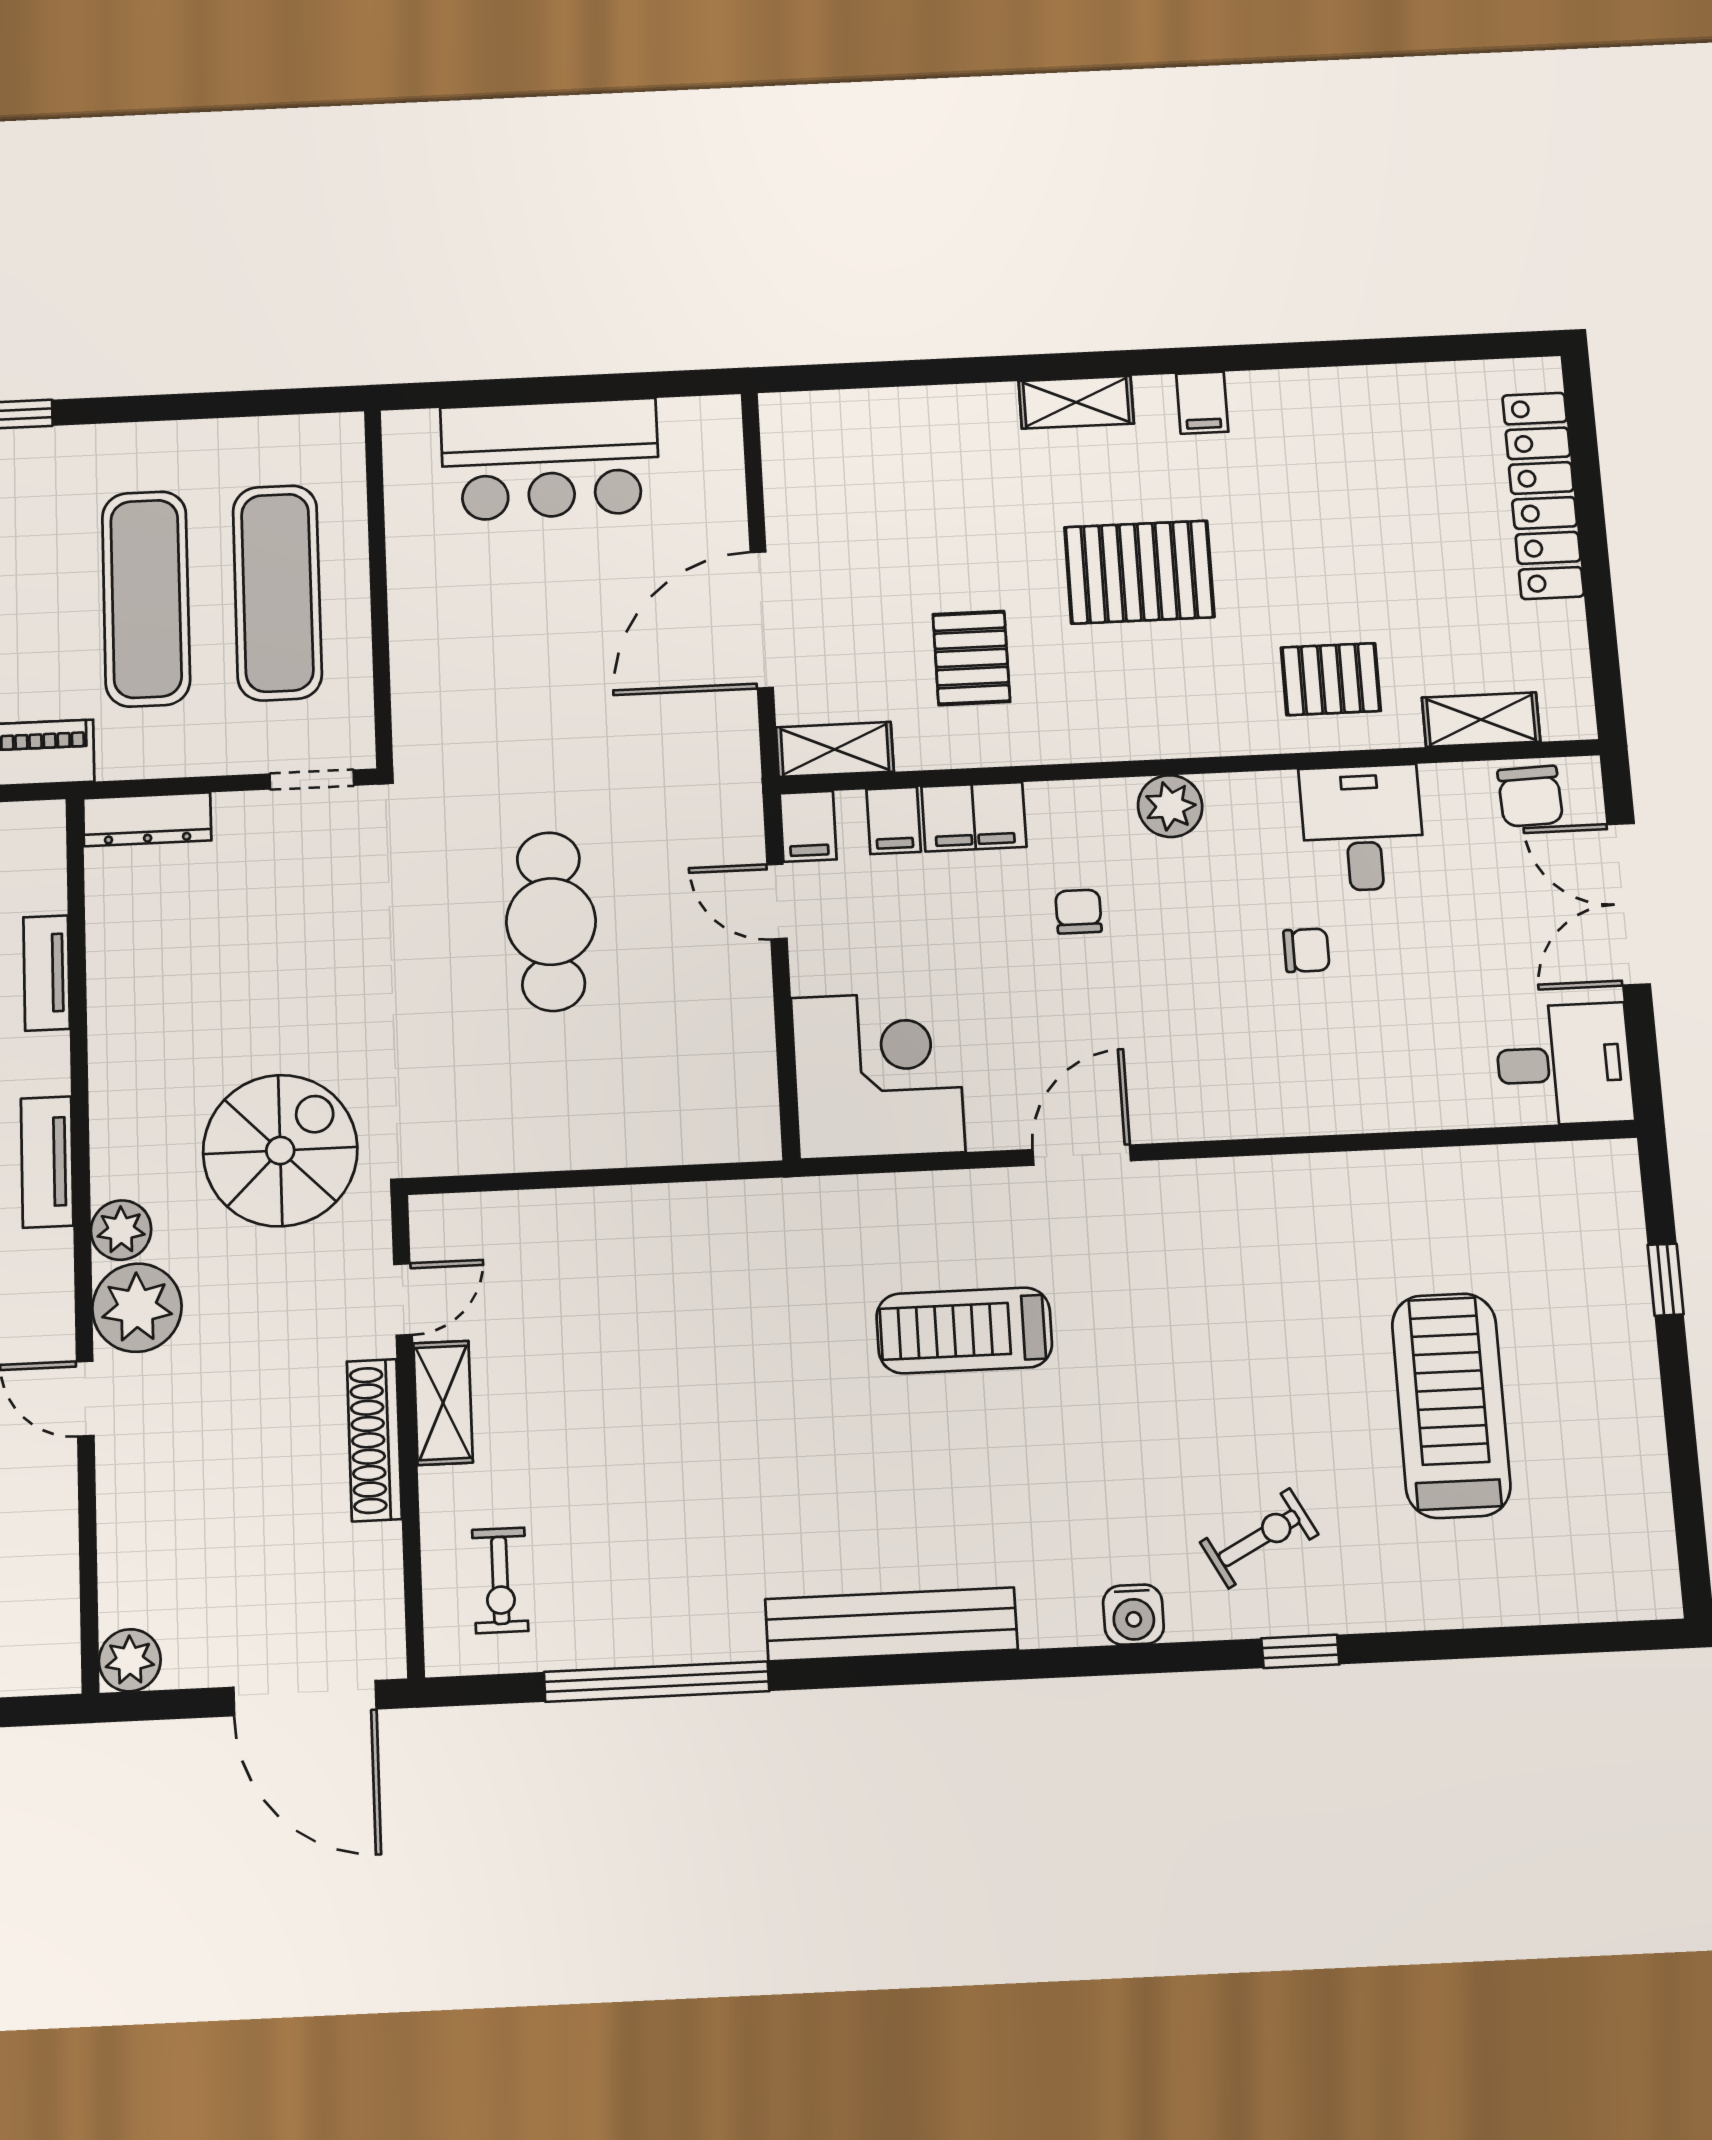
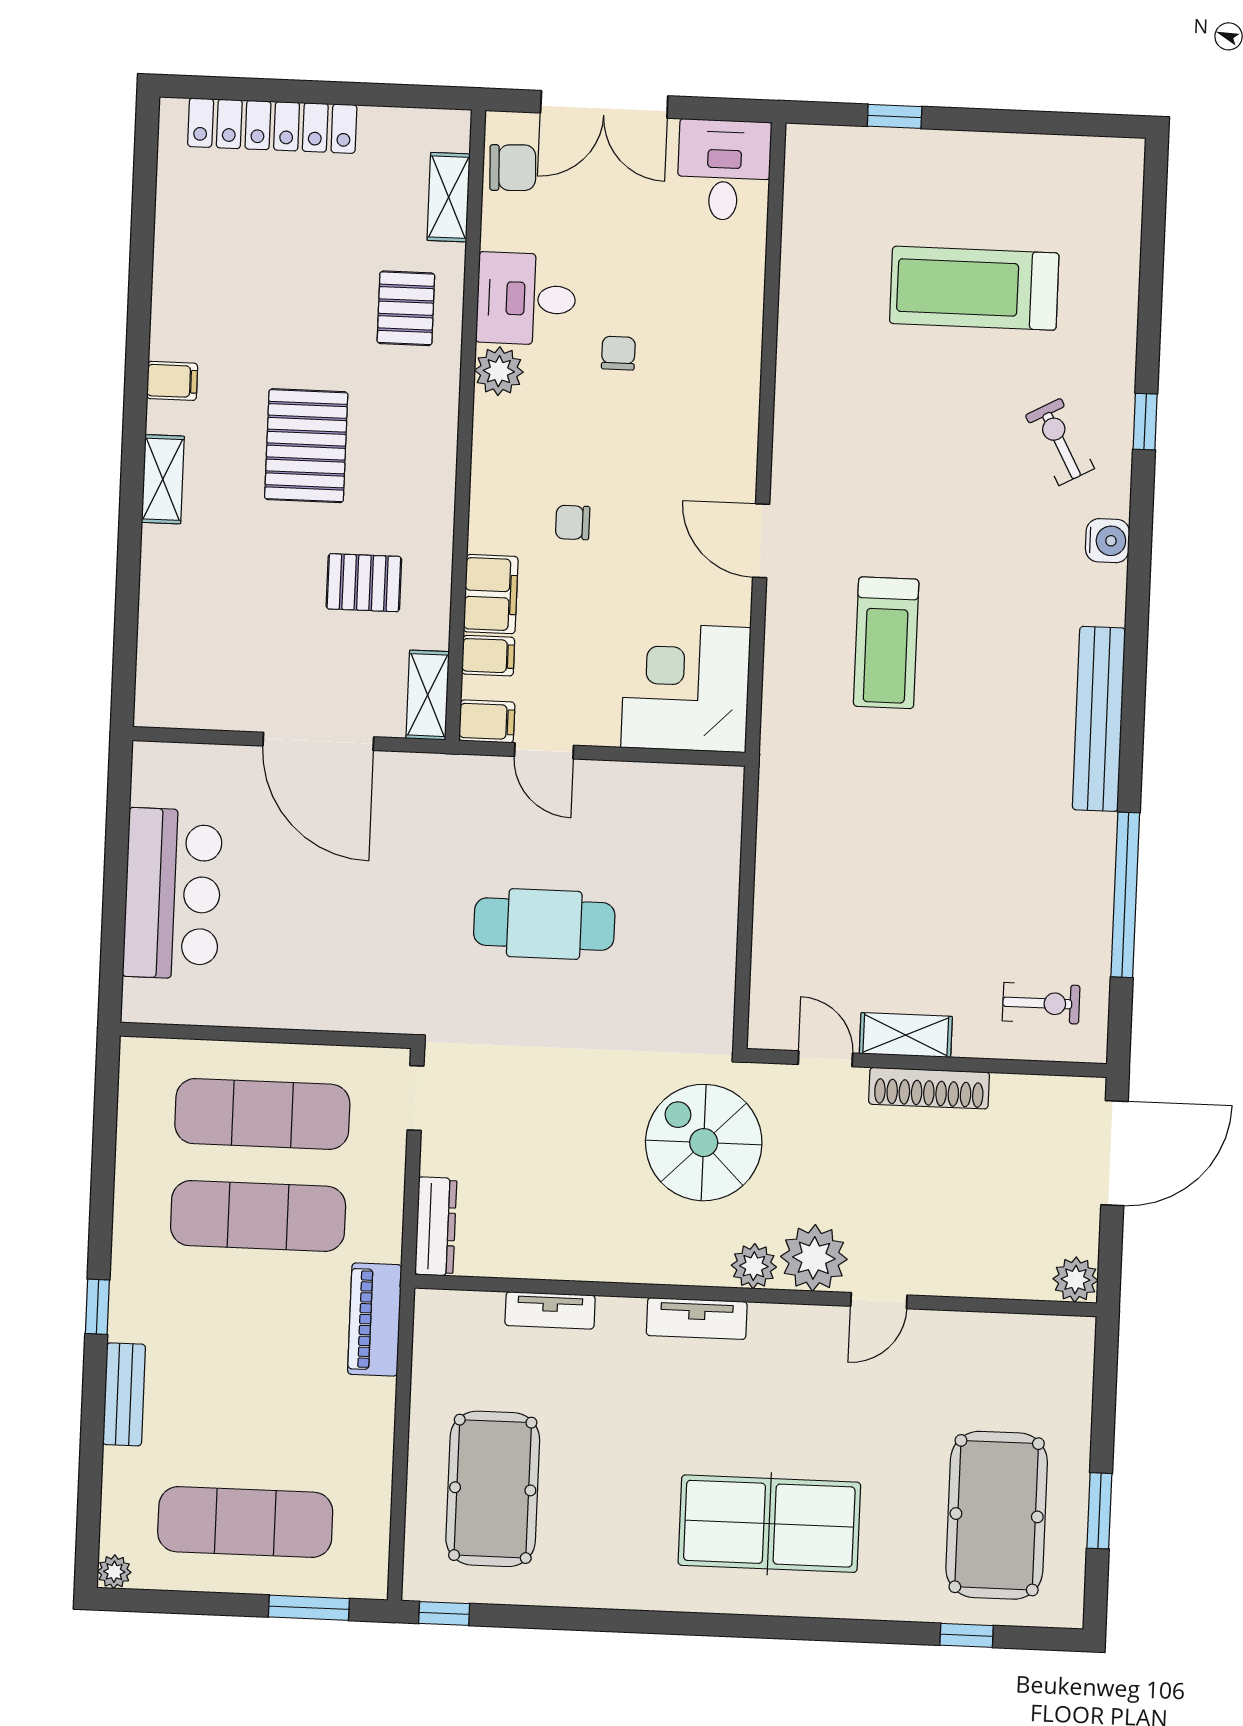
plant: (1170, 806) -> (499, 371), moved
door: (777, 902) -> (544, 751), hinge flipped

